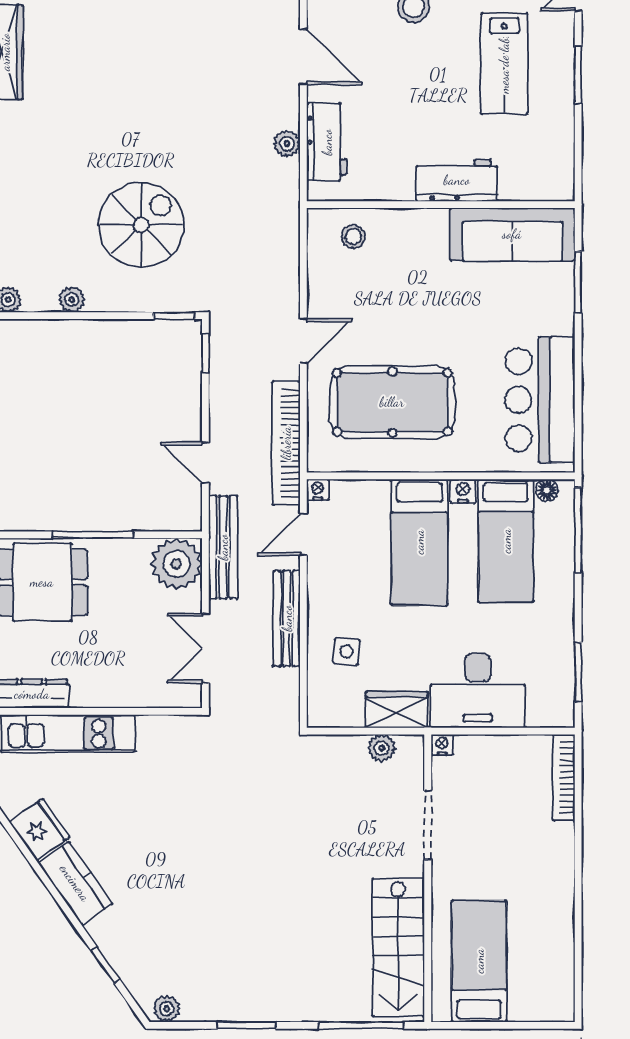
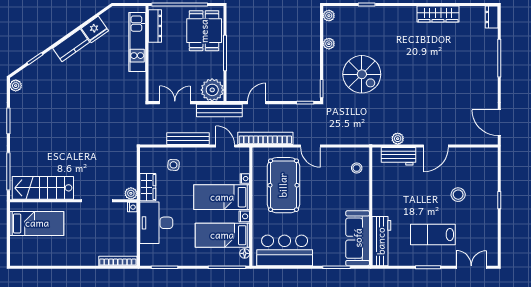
workbench: (457, 180) -> (381, 241), moved, width x1.38
nightstand: (318, 490) -> (245, 179), moved
plant: (382, 748) -> (131, 193), moved

